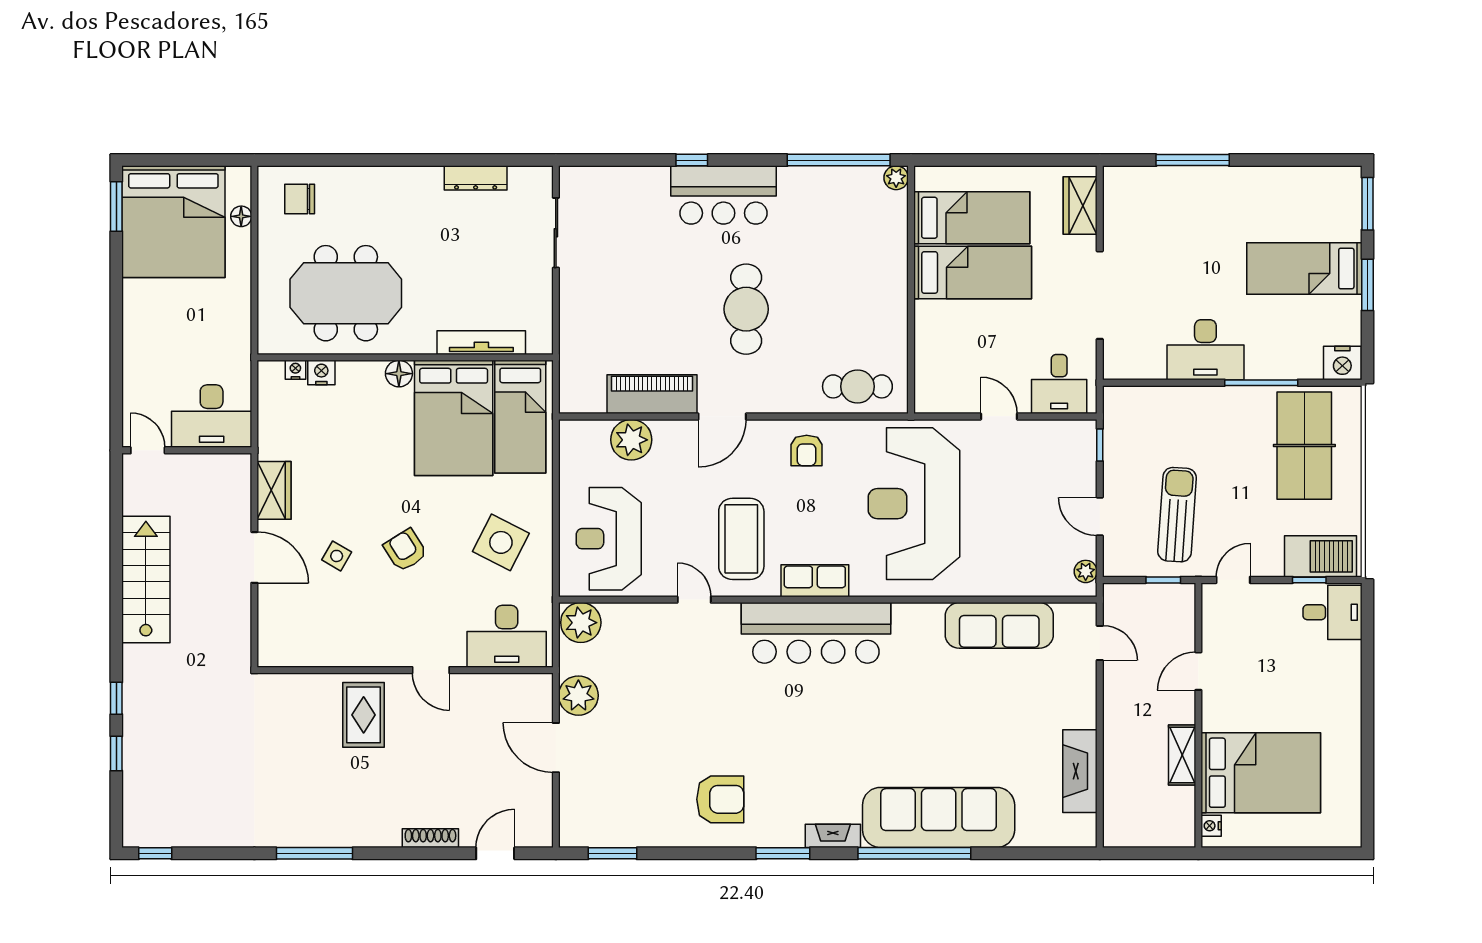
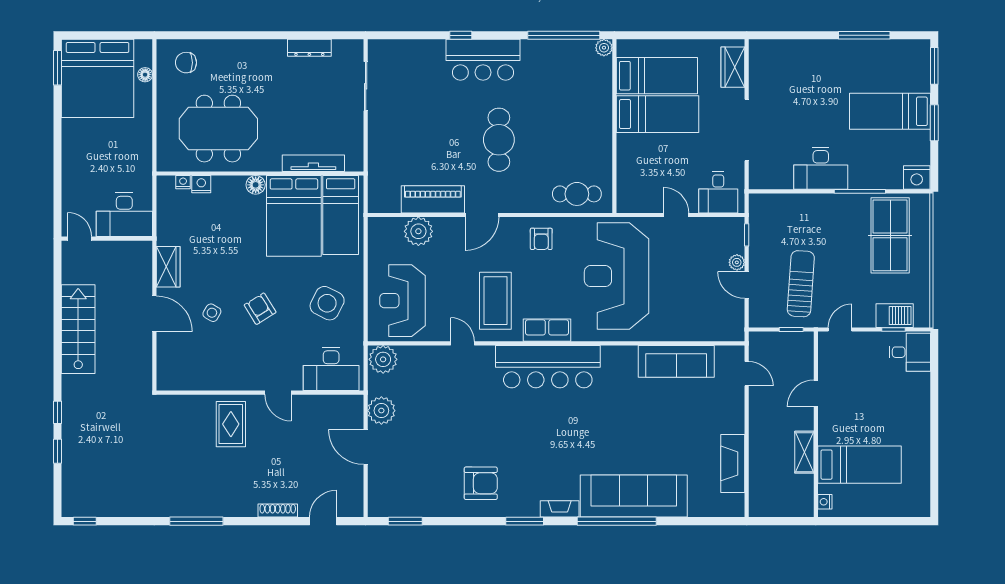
window: (1193, 160) -> (864, 35), moved
barbecue: (1321, 556) -> (895, 316), width x0.73, depth x0.83
plant: (1086, 571) -> (737, 262), moved
bed: (1261, 773) -> (859, 465), width x0.67

